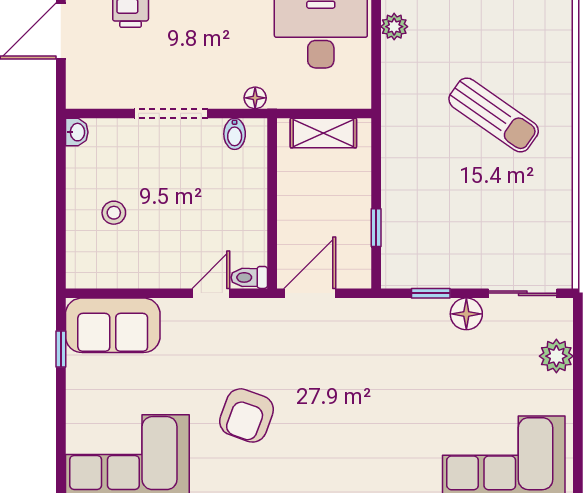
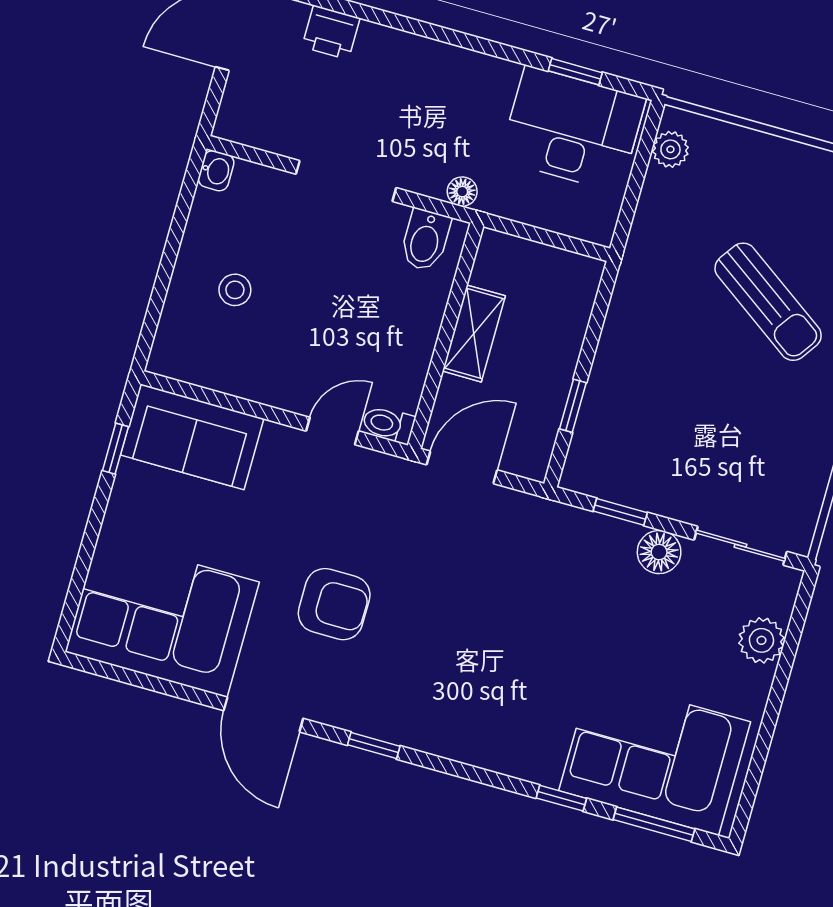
shelving: (323, 133) -> (474, 333), moved, turned 90
bidet: (235, 134) -> (425, 240), width x1.38, depth x1.36
armchair: (247, 415) -> (334, 604), turned -110

